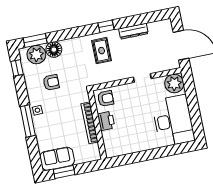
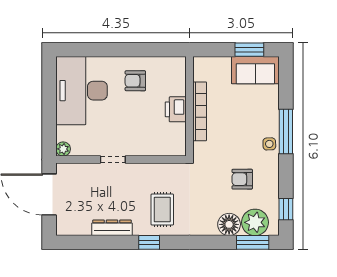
plant: (174, 83) -> (63, 149), width x0.53, depth x0.53
armchair: (106, 99) -> (135, 81), moved

